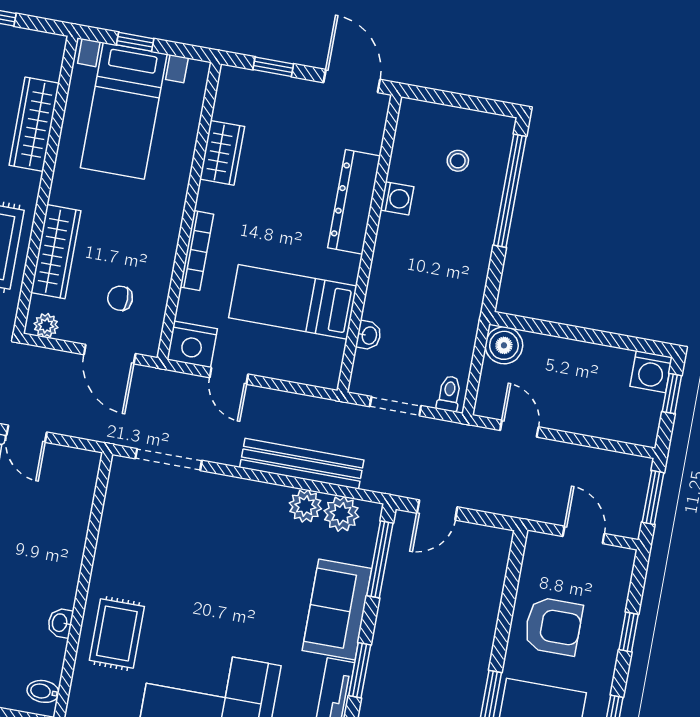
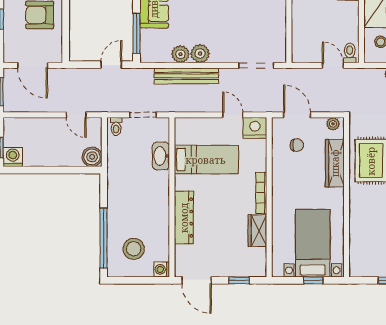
wardrobe: (34, 124) -> (358, 228), removed
stool: (458, 161) -> (134, 249), width x1.89, depth x1.89
washing machine: (397, 198) -> (162, 269), moved
bookcase: (197, 251) -> (261, 193), moved
washbasin: (369, 335) -> (161, 156), width x1.91, depth x1.45
plant: (341, 514) -> (200, 54), moved
door: (584, 535) -> (33, 65), width x1.38

